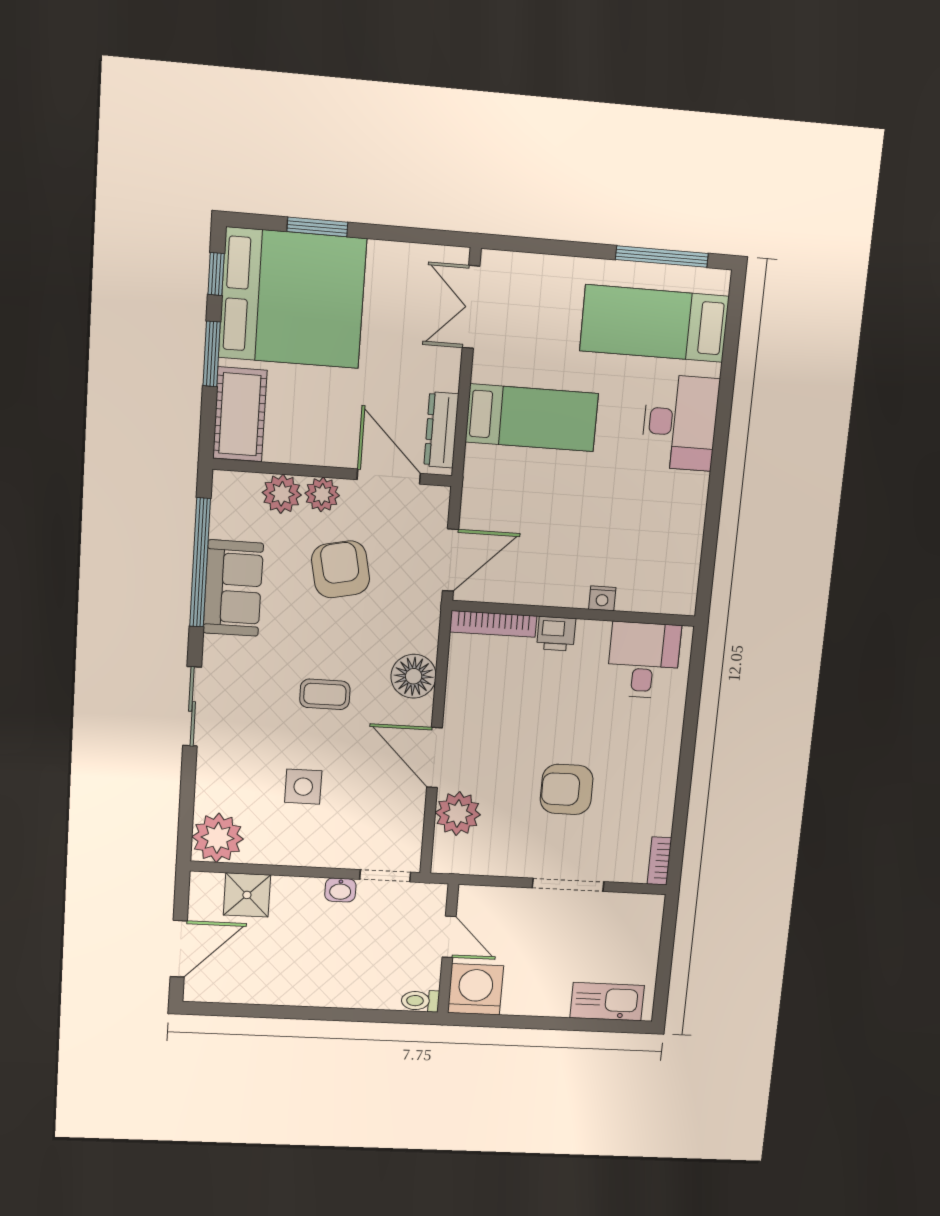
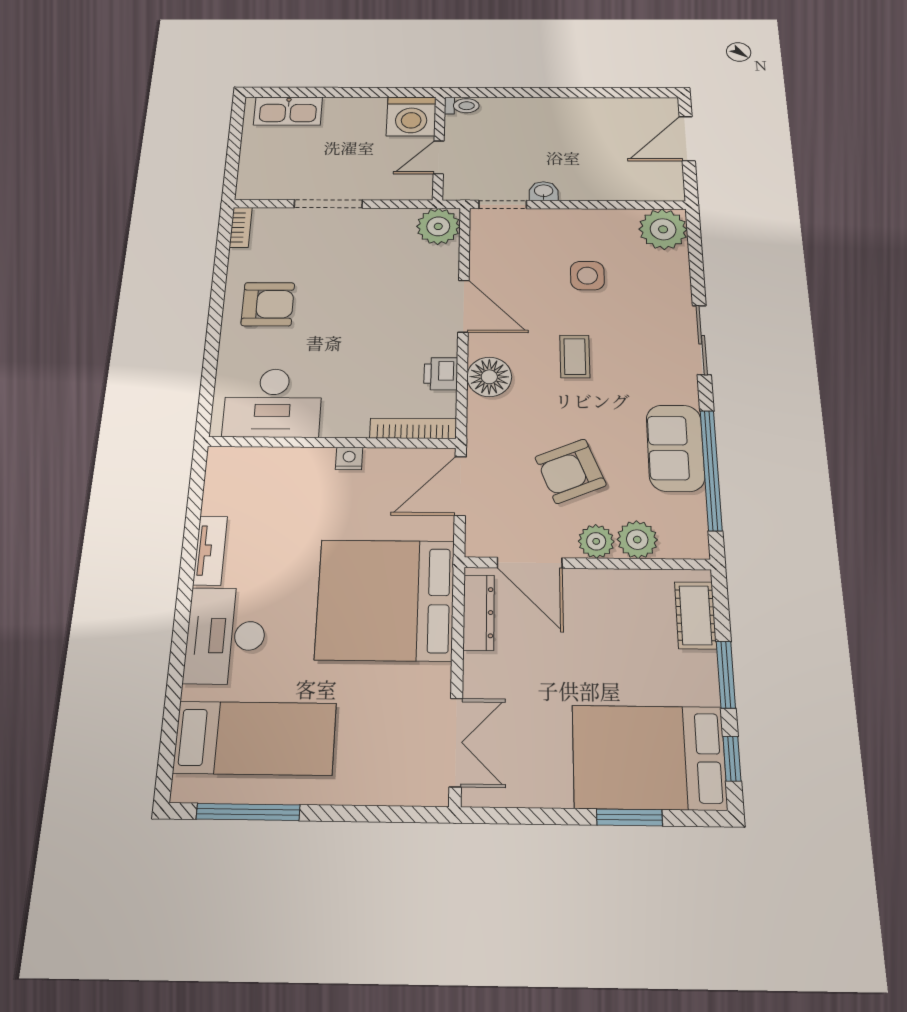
bed: (292, 298) -> (649, 757), width x0.73
cot: (240, 414) -> (696, 615), width x0.73, depth x0.75
bed: (532, 418) -> (385, 600), width x2.04
tv unit: (694, 508) -> (210, 550), added
armchair: (341, 569) -> (570, 471), turned 80
nightstand: (602, 598) -> (349, 458), moved
printer: (556, 634) -> (441, 374), moved, turned -90
desk: (644, 660) -> (273, 403), width x1.37
coffee table: (325, 694) -> (575, 357), turned 90
armchair: (567, 789) -> (268, 304), moved
plant: (458, 814) -> (438, 226), moved
shower: (247, 895) -> (630, 184), removed
door: (449, 937) -> (439, 157), hinge flipped

